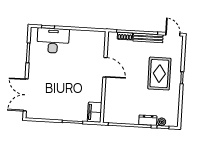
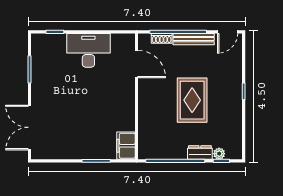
door: (173, 34) -> (228, 32), swing flipped
desk: (53, 41) -> (88, 50), moved
door: (105, 67) -> (137, 64), moved
rug: (159, 74) -> (192, 100), moved

